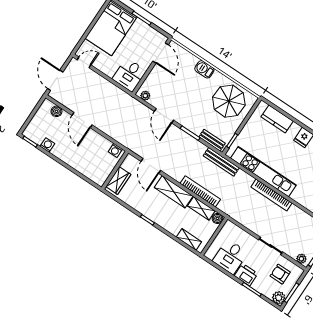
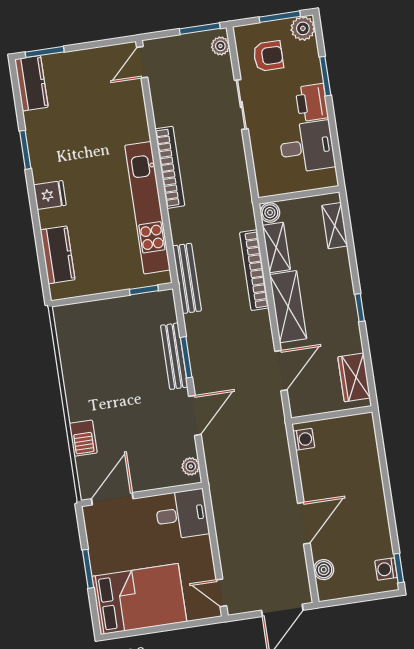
barbecue: (204, 69) -> (83, 438), moved
parasol: (229, 101) -> (93, 344), removed
bench: (212, 140) -> (174, 356), moved, width x1.36
washing machine: (47, 145) -> (386, 569), moved
wardrobe: (118, 180) -> (354, 377), moved, turned -90
armchair: (280, 274) -> (268, 56), turned -90

